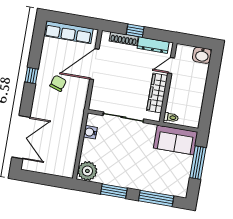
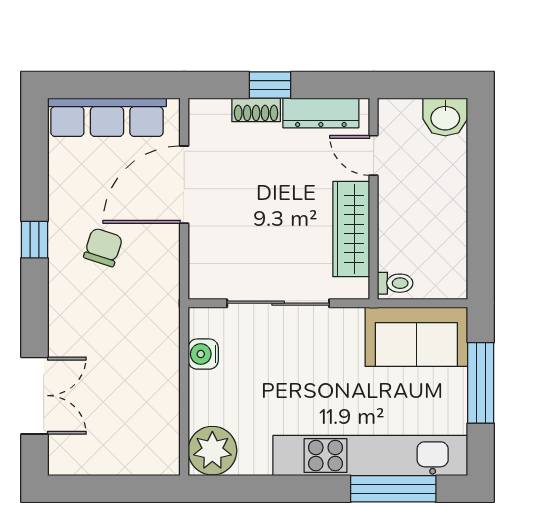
shoe rack: (124, 39) -> (256, 110), width x0.70
door: (171, 65) -> (374, 155), hinge flipped
double door: (21, 137) -> (35, 396), width x0.73
kitchen unit: (149, 184) -> (370, 456), added
window: (114, 191) -> (286, 489), removed

